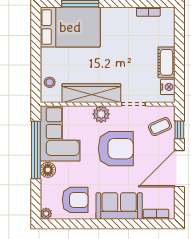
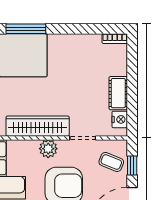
bookcase: (148, 12) -> (115, 39), moved
coffee table: (160, 127) -> (111, 162), turned 46

